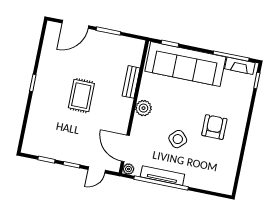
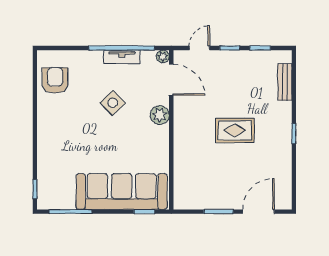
fireplace: (240, 66) -> (58, 202), removed
bench: (131, 82) -> (285, 82), moved
rug: (81, 96) -> (235, 130), turned 90
plant: (143, 108) -> (160, 115), moved
armchair: (214, 127) -> (55, 80), moved, turned 180
tv unit: (162, 176) -> (122, 57), width x0.71

